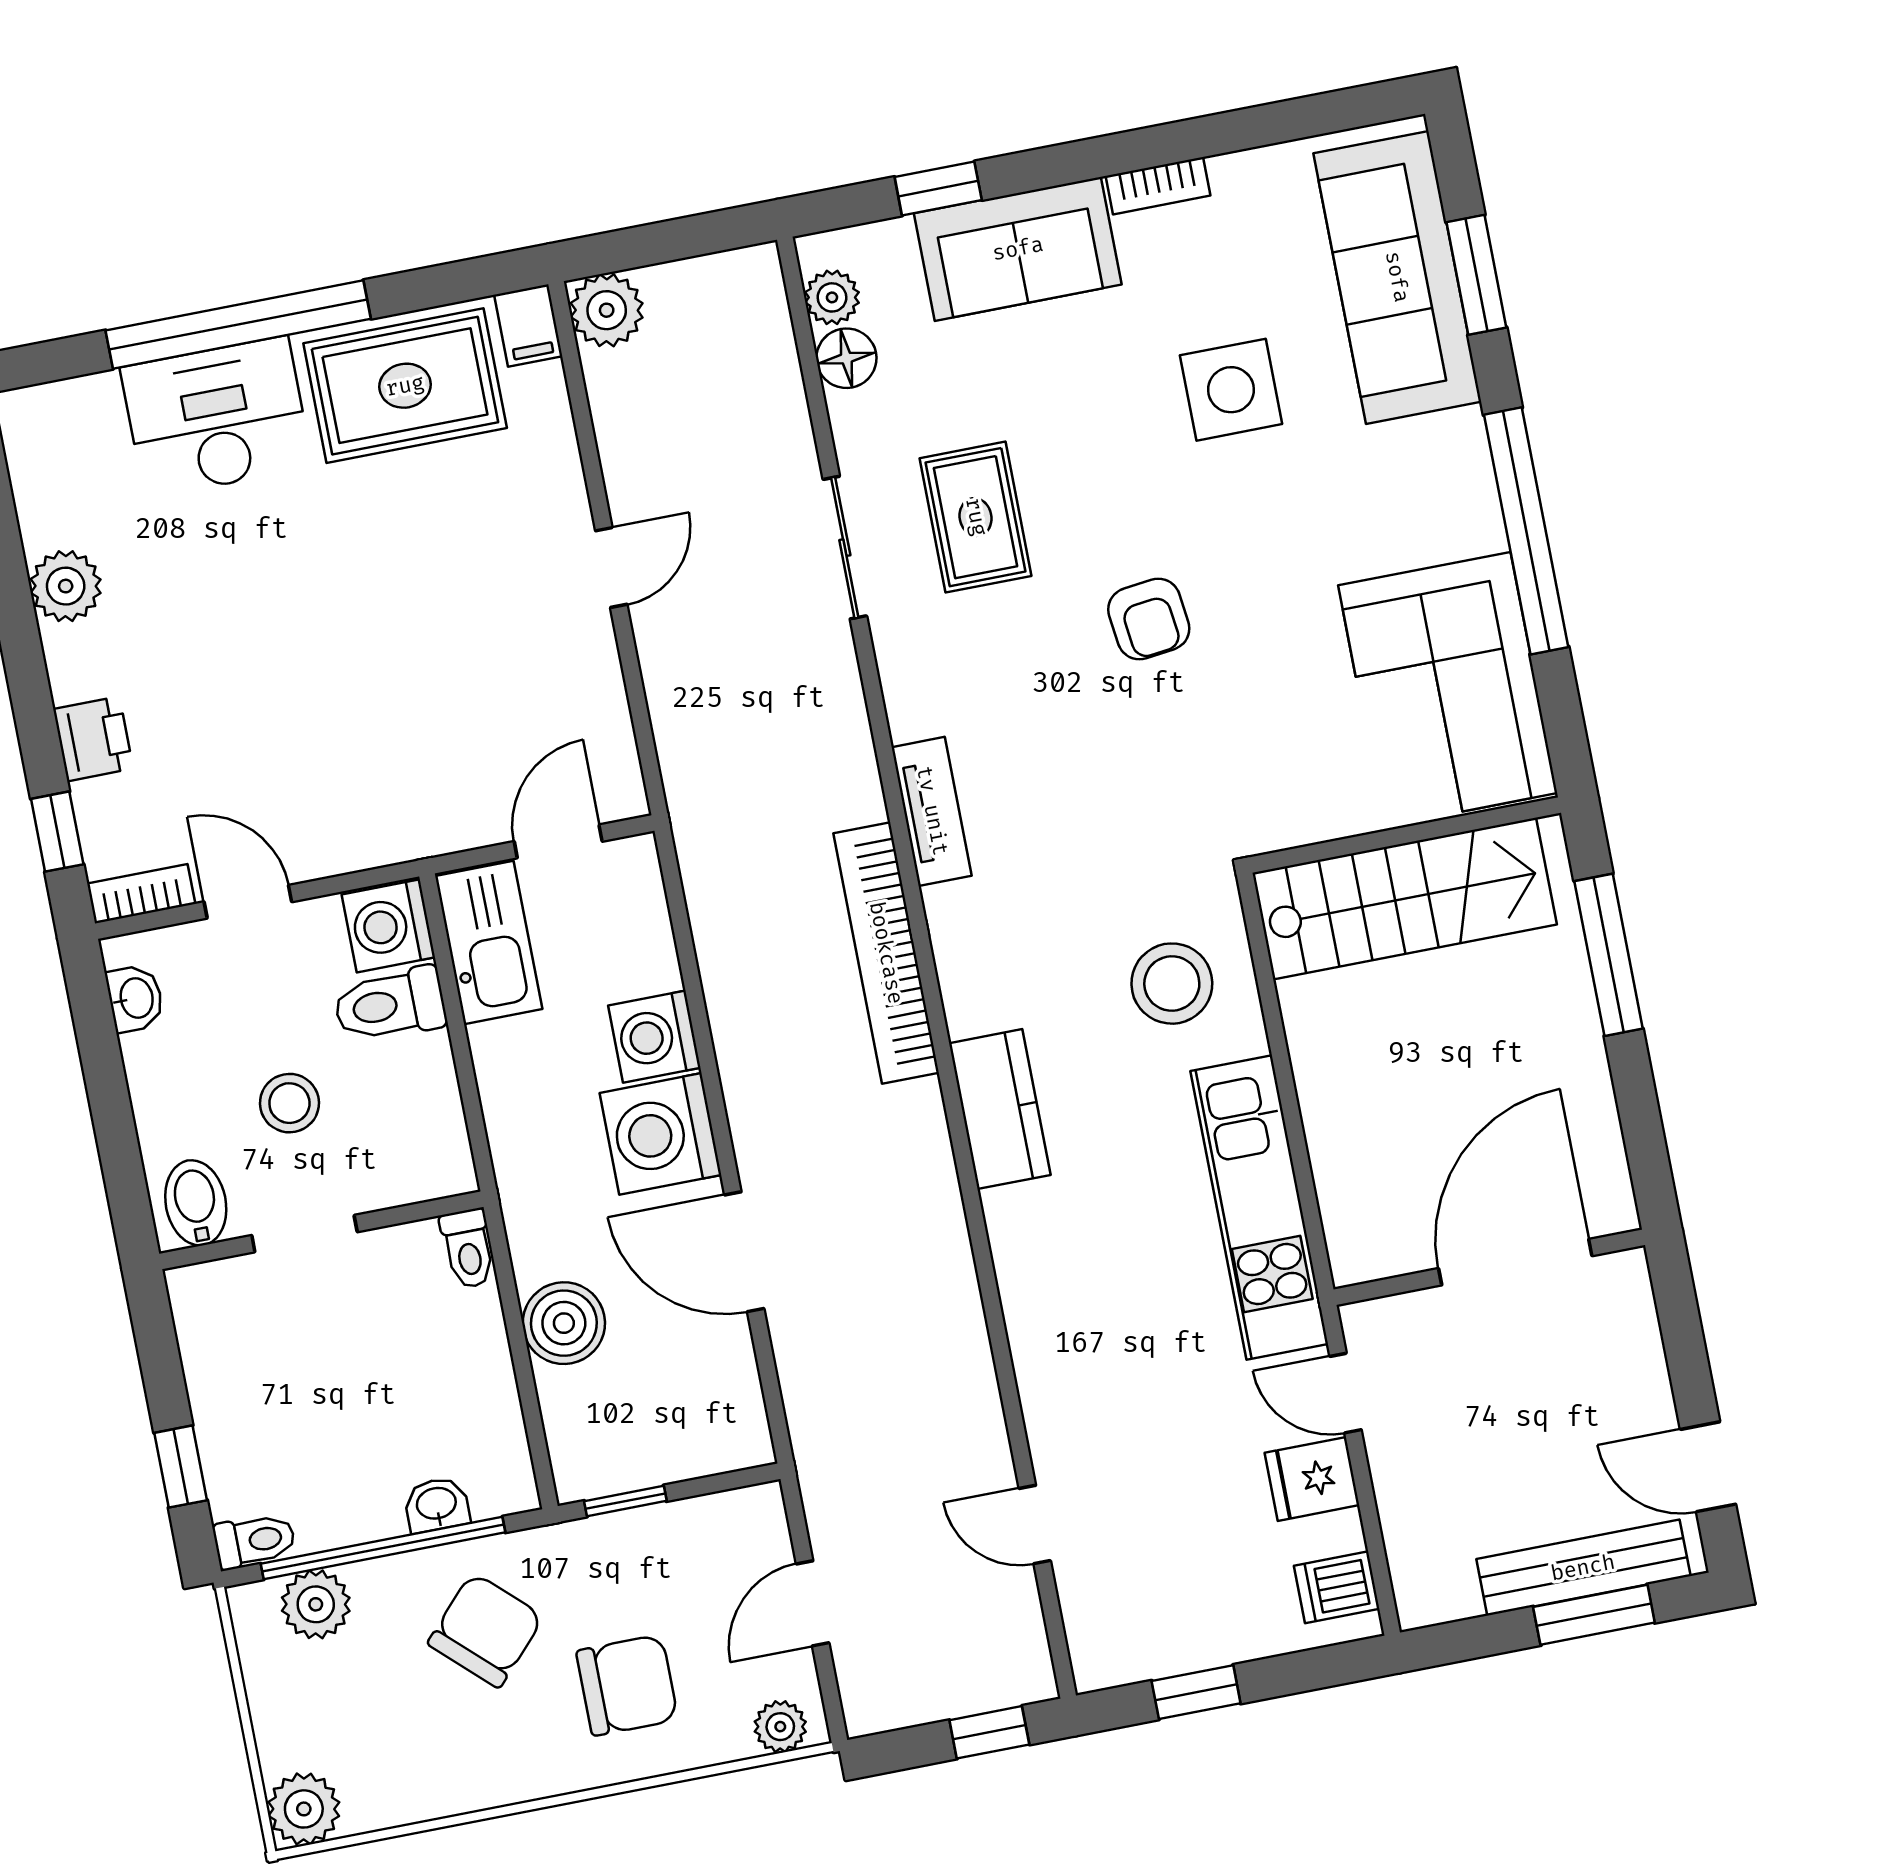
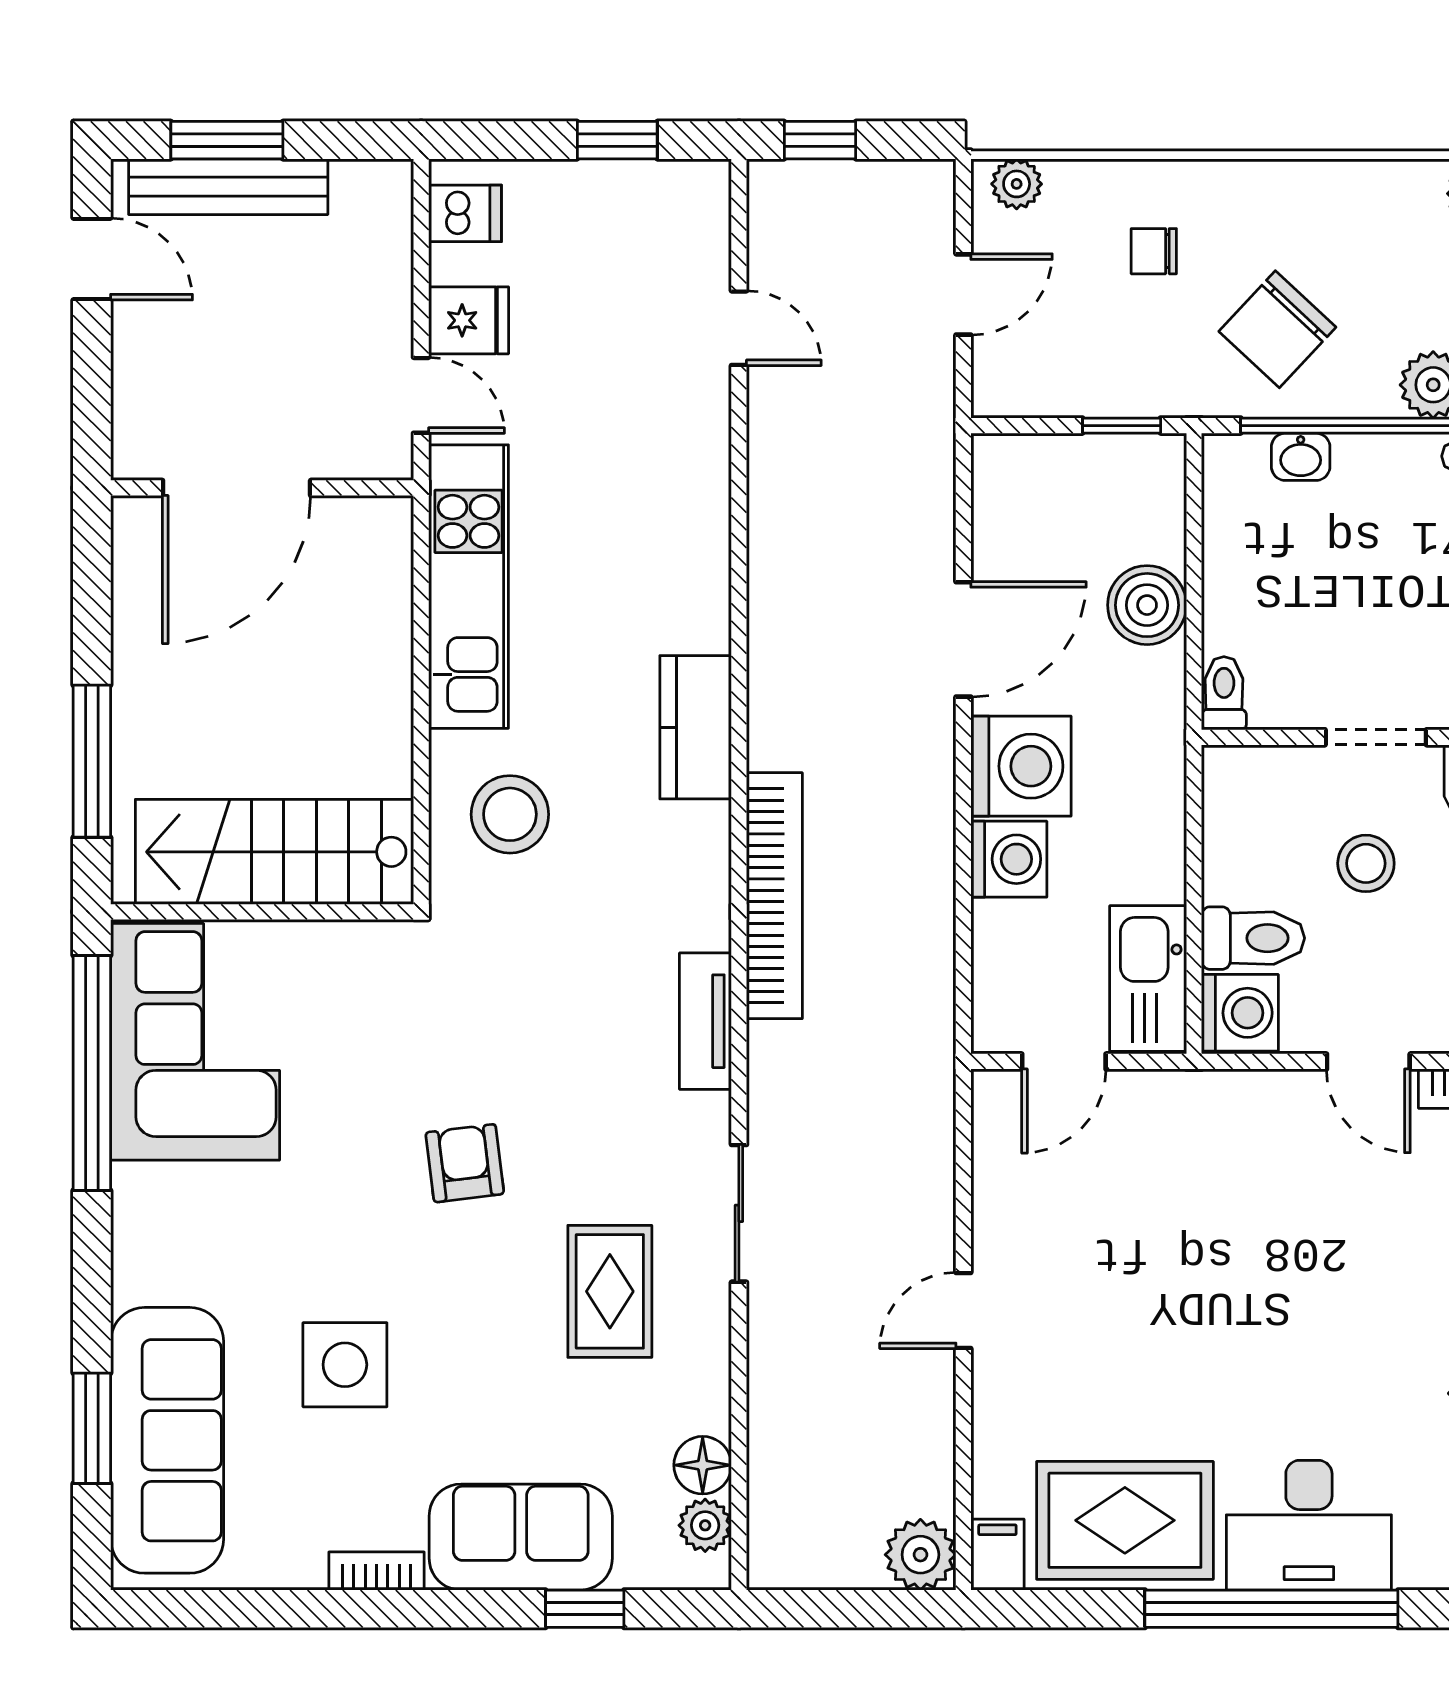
window: (1526, 531) -> (92, 1073), moved
sliding door: (845, 548) -> (739, 1213), moved
door: (744, 1252) -> (963, 639), hinge flipped
chair: (627, 1685) -> (1154, 251), width x0.54, depth x0.54

